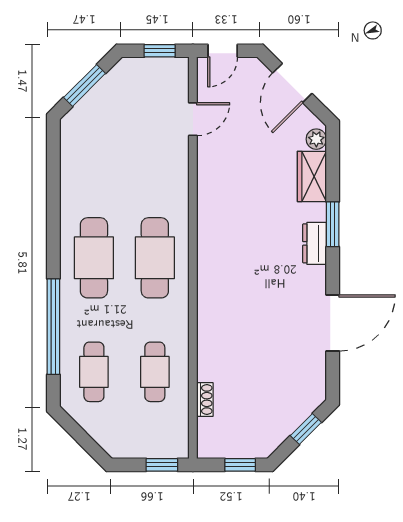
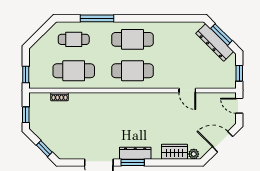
dresser: (100, 98) -> (215, 42), added
door: (193, 119) -> (187, 90), moved
window: (333, 224) -> (133, 162), moved
dresser: (315, 243) -> (135, 153), width x1.44
window: (53, 327) -> (97, 18), width x0.68
cafe table: (155, 372) -> (74, 71), width x1.37, depth x1.35

